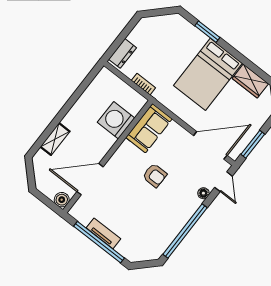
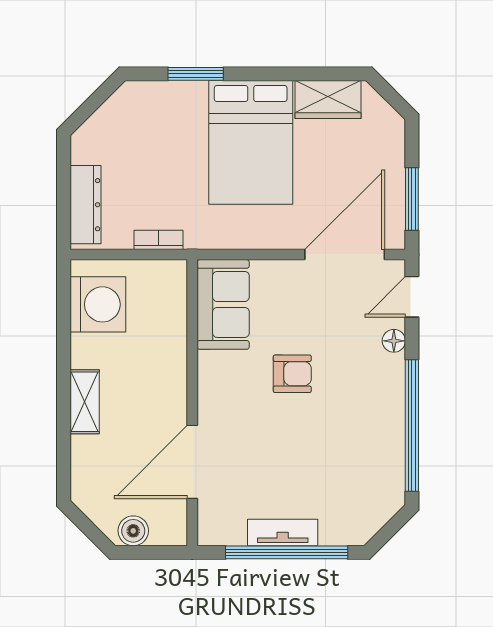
dresser: (123, 53) -> (86, 205), width x1.44
washing machine: (116, 120) -> (98, 304), moved, turned 180
shelving: (55, 139) -> (85, 402), moved
door: (224, 182) -> (412, 297), swing flipped
boiler: (62, 200) -> (133, 531), moved

